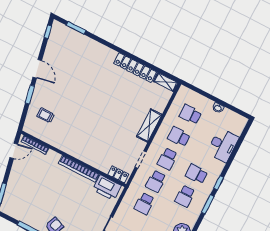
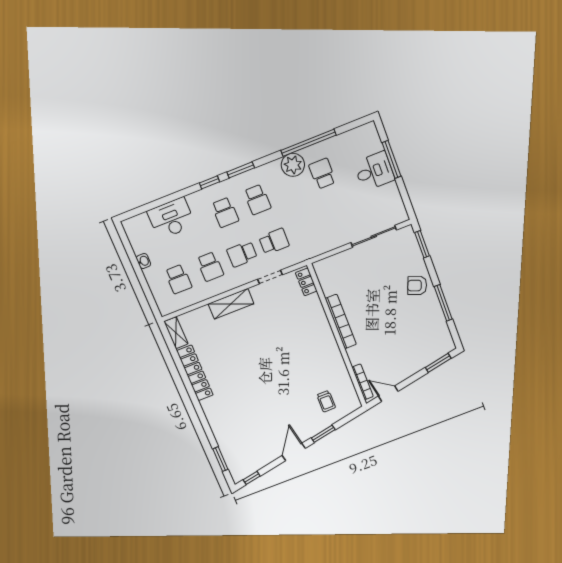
school desk: (167, 159) -> (242, 254), turned 180
printer: (107, 188) -> (330, 278), removed
school desk: (185, 196) -> (257, 200), turned 90
school desk: (144, 204) -> (306, 229), removed

